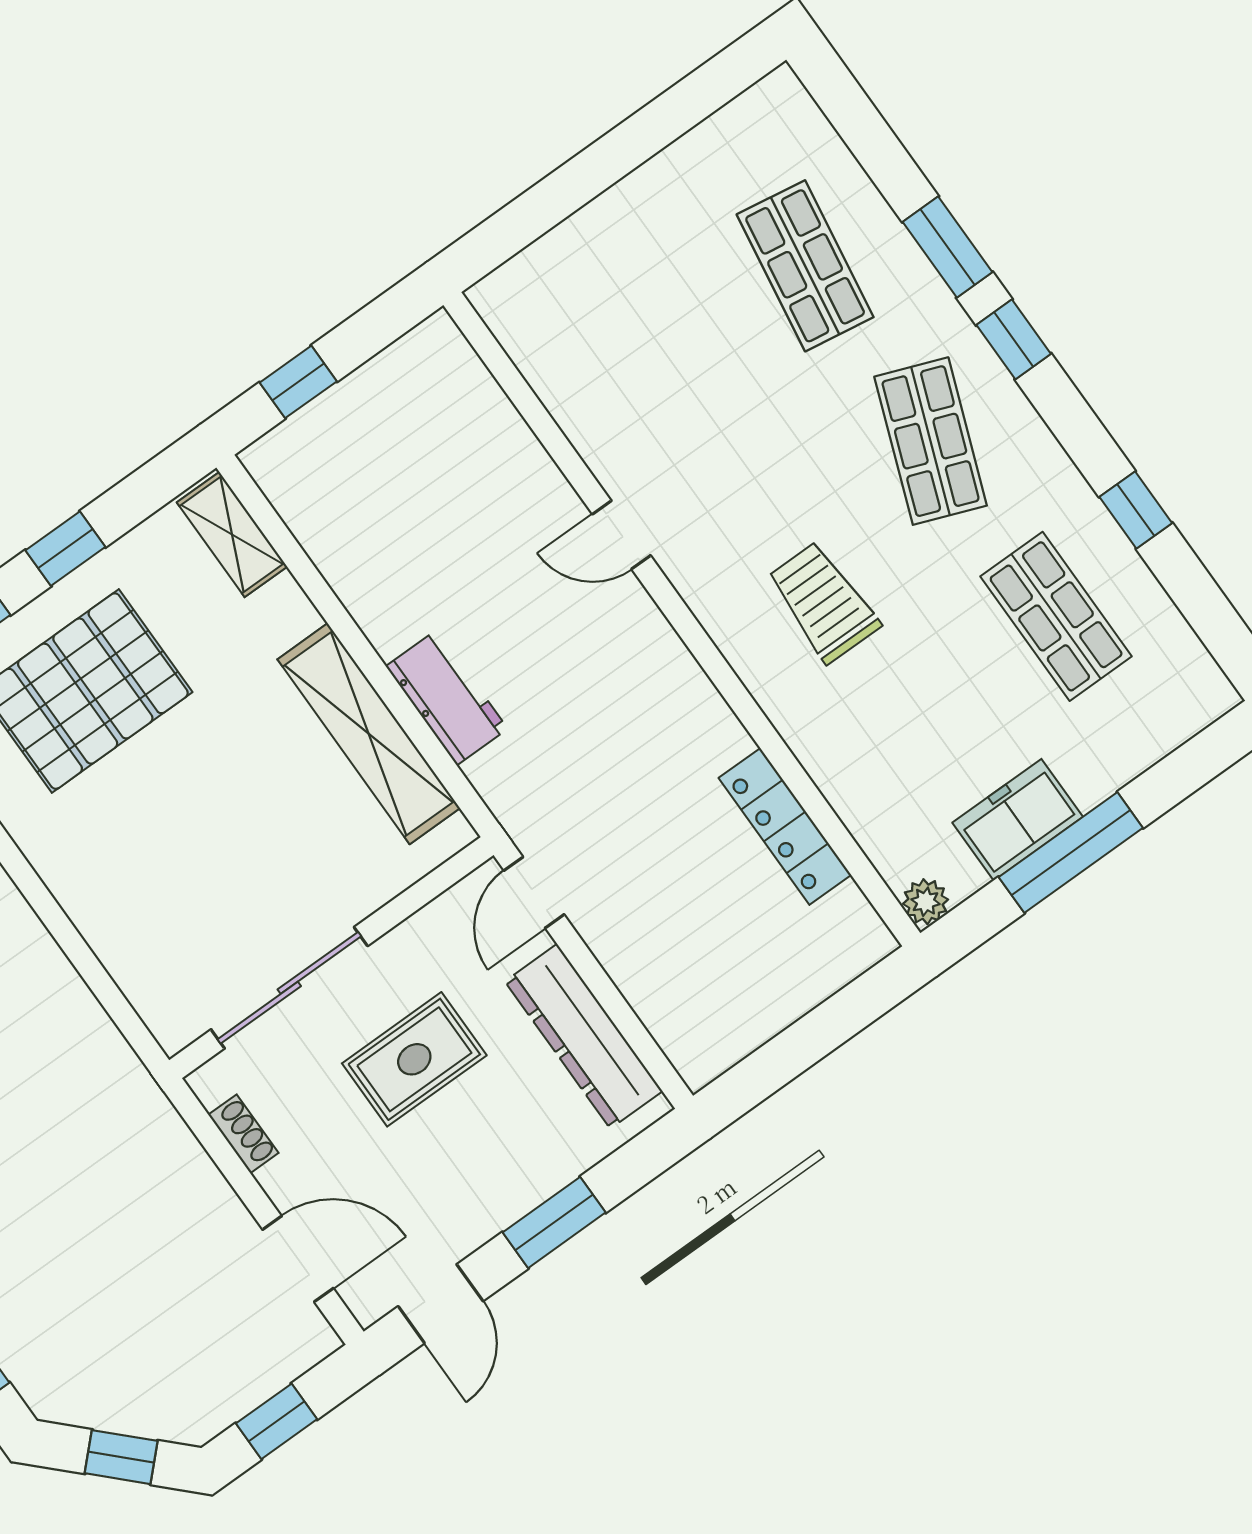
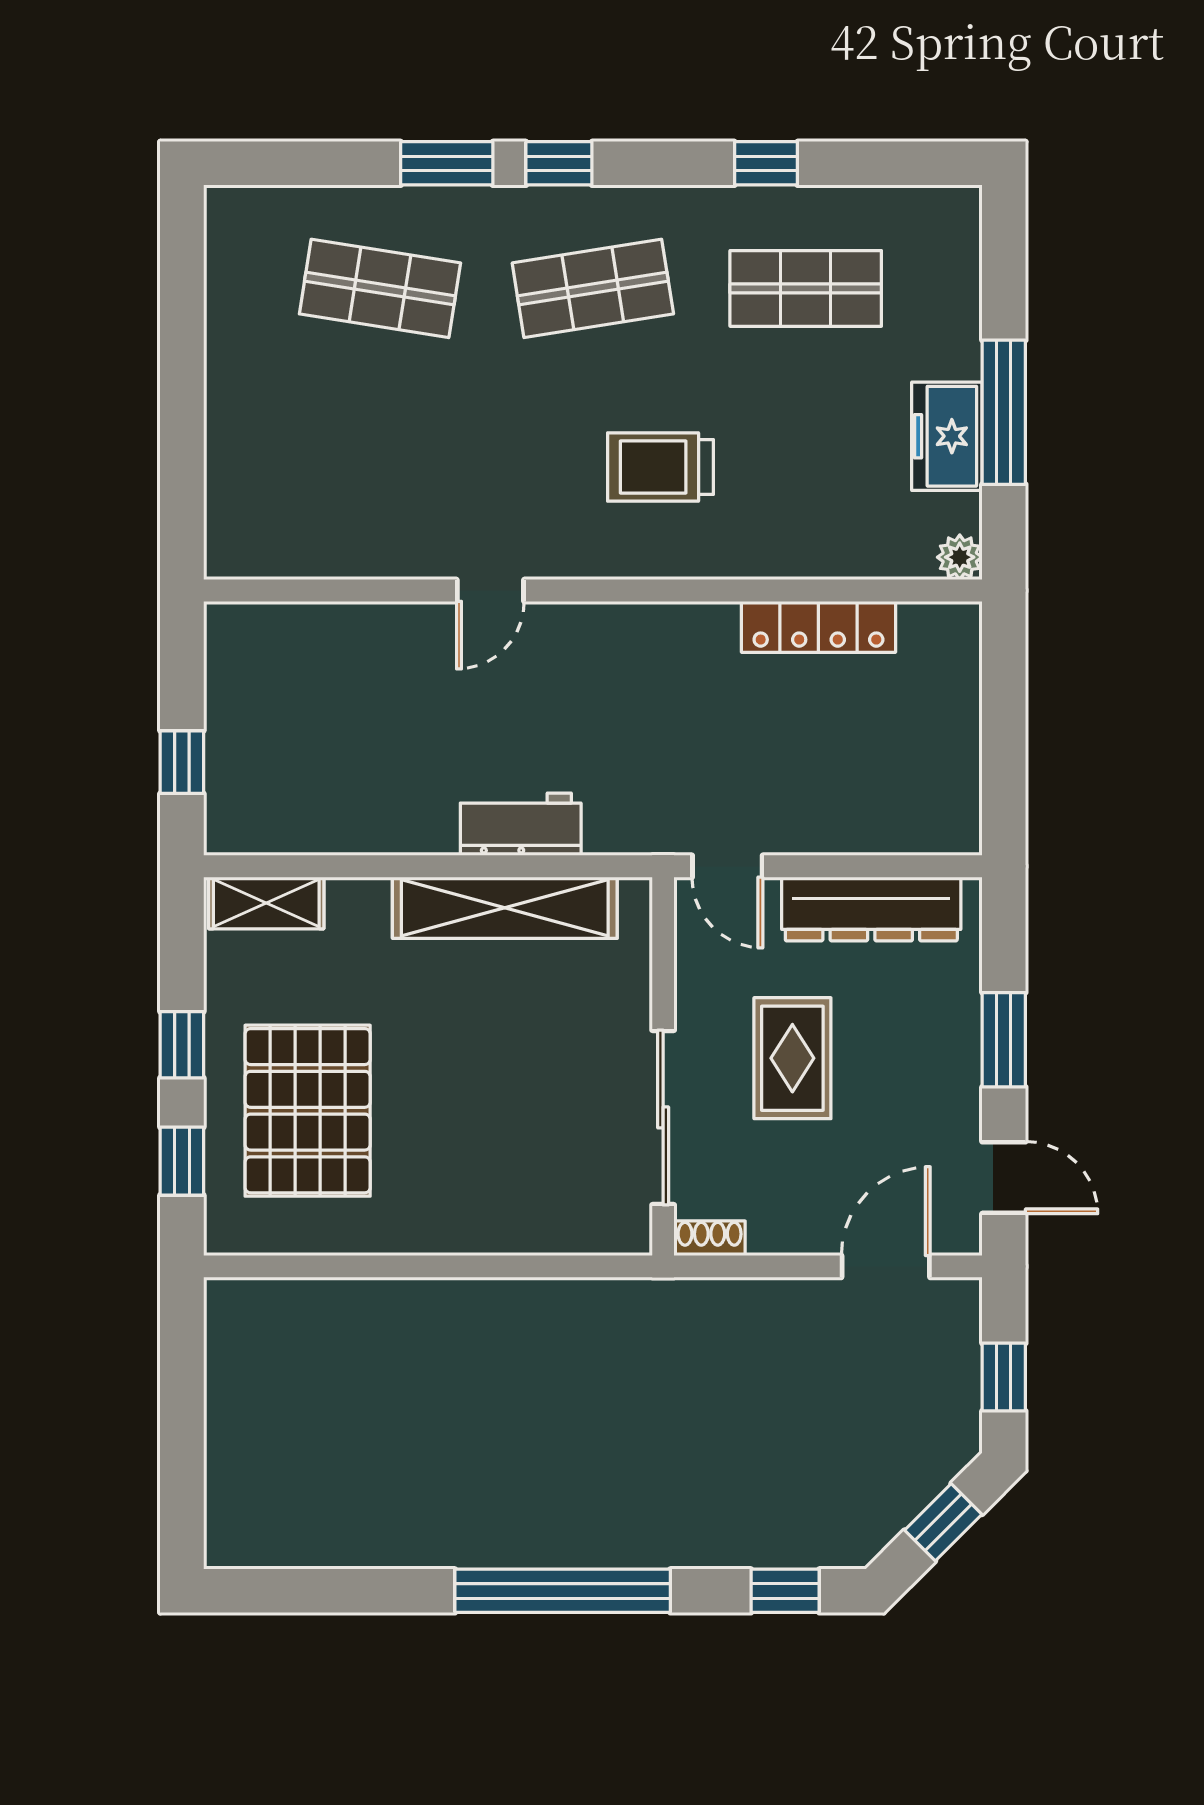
shop shelf: (931, 441) -> (593, 288), turned -30
shoe rack: (243, 1134) -> (710, 1238), moved

